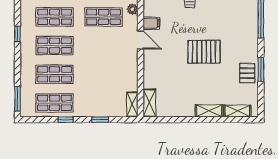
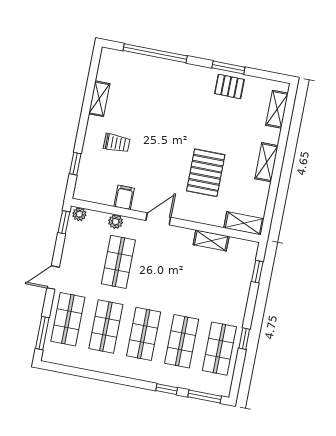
filing cabinet: (151, 23) -> (124, 197), moved
window: (18, 34) -> (167, 389), moved
pallet: (204, 52) -> (206, 173), moved
shelving: (132, 104) -> (211, 241), moved
shelving: (209, 111) -> (266, 162), moved
window: (100, 120) -> (257, 272), moved

